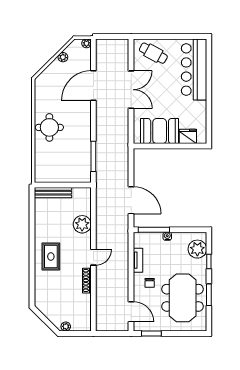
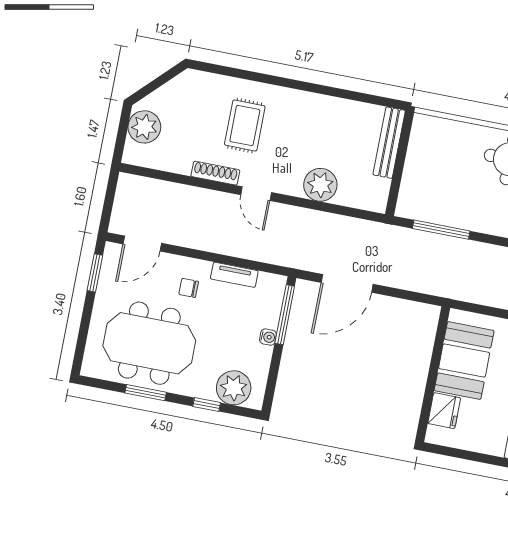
rug: (51, 256) -> (245, 126), moved, turned 90
plant: (66, 326) -> (144, 127), width x1.87, depth x1.87

